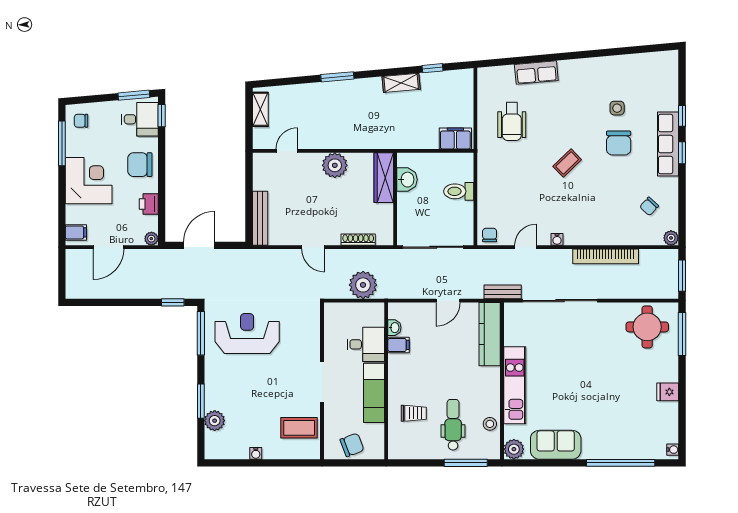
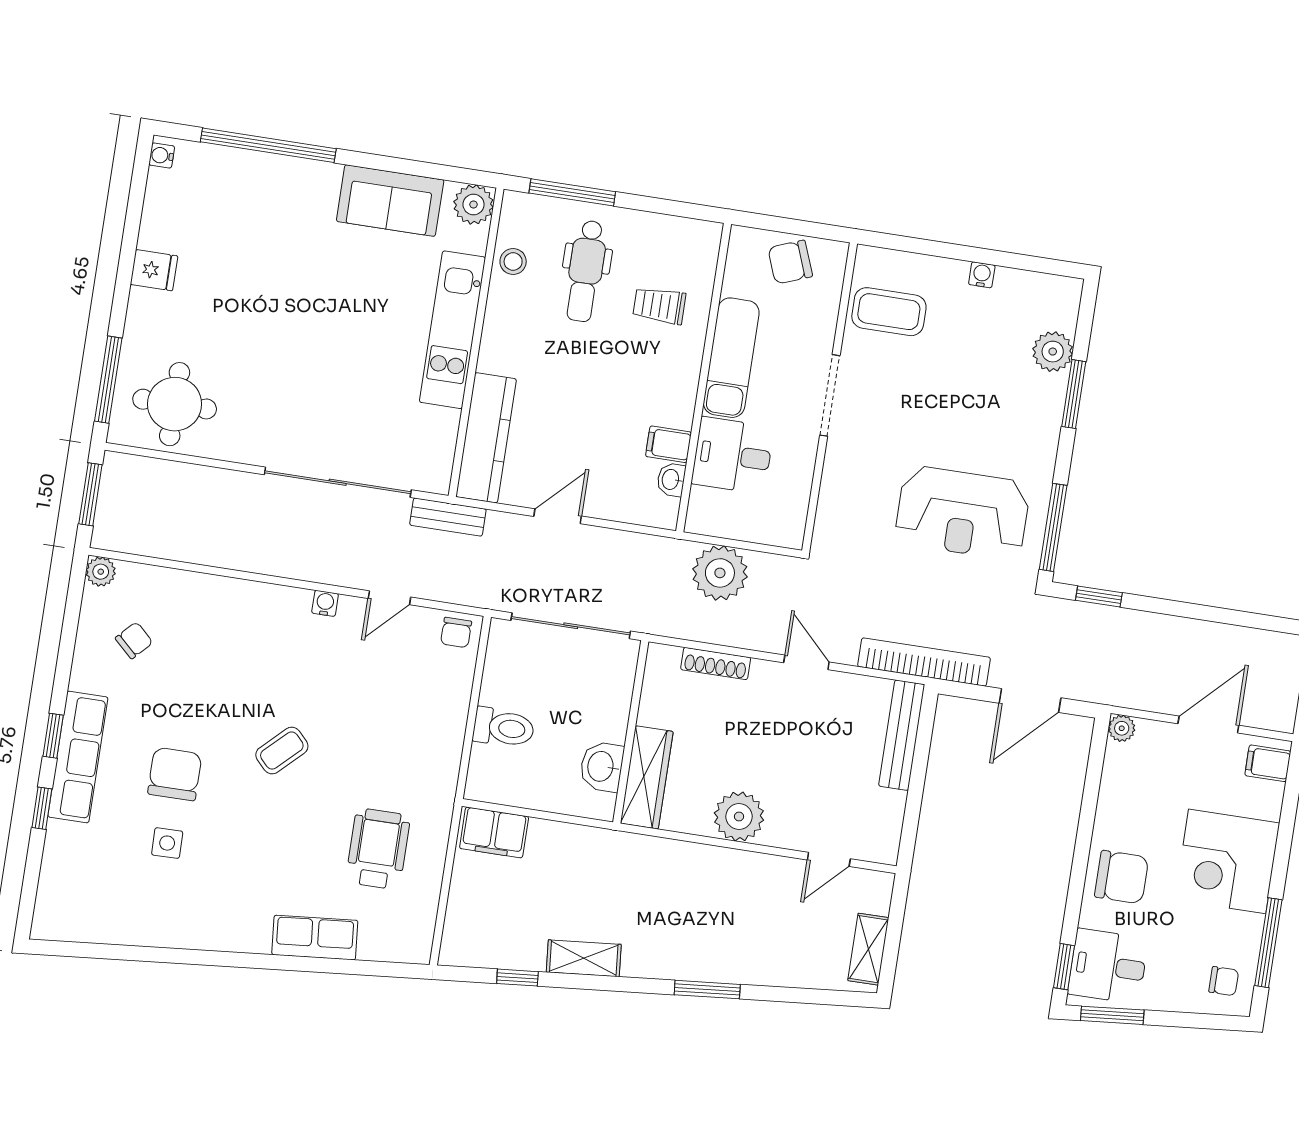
printer: (149, 204) -> (1116, 797), removed
bookcase: (606, 256) -> (924, 662), moved

